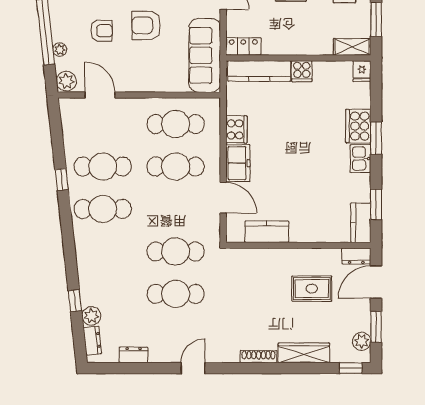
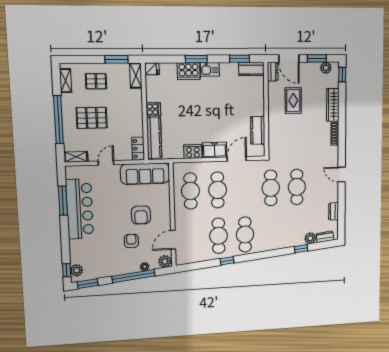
armchair: (146, 25) -> (141, 215), moved

